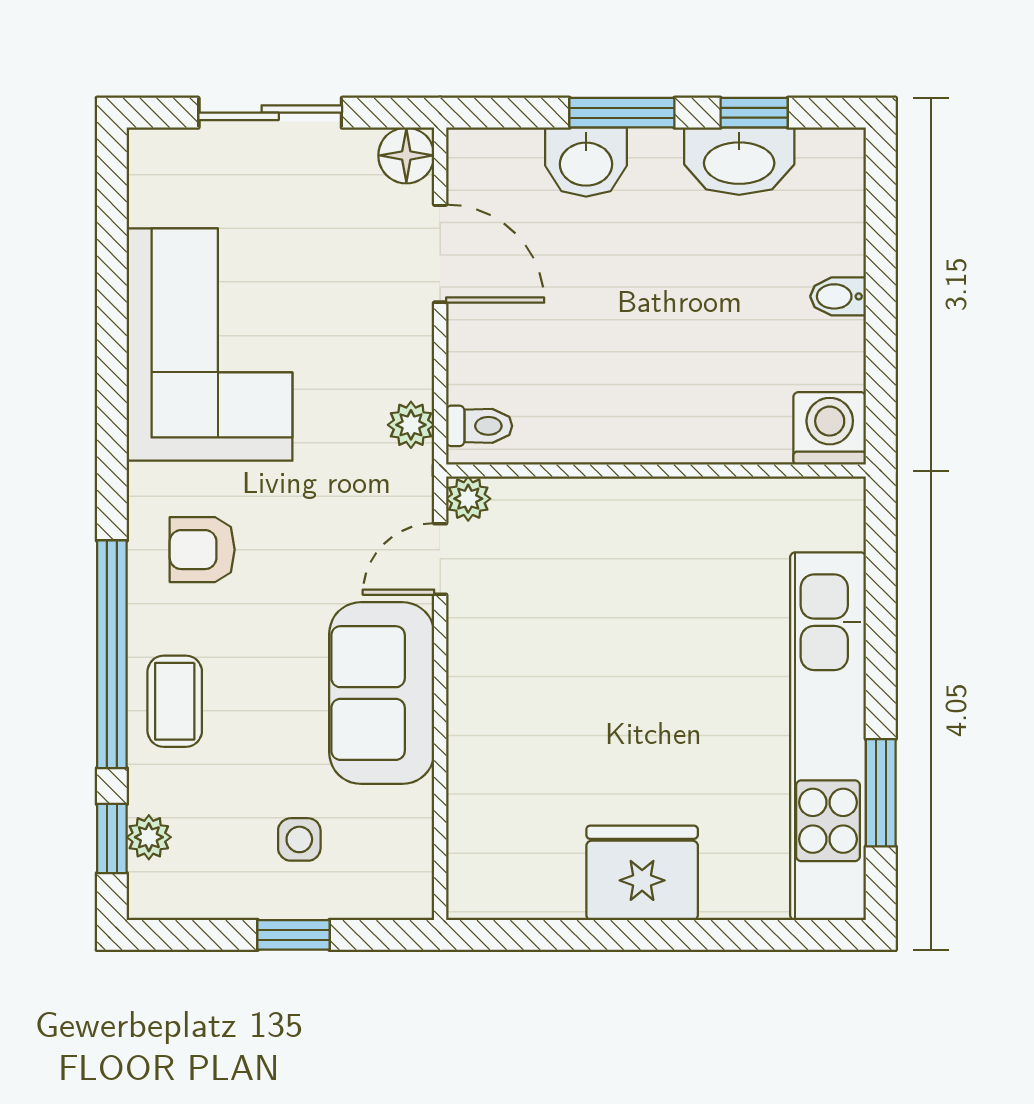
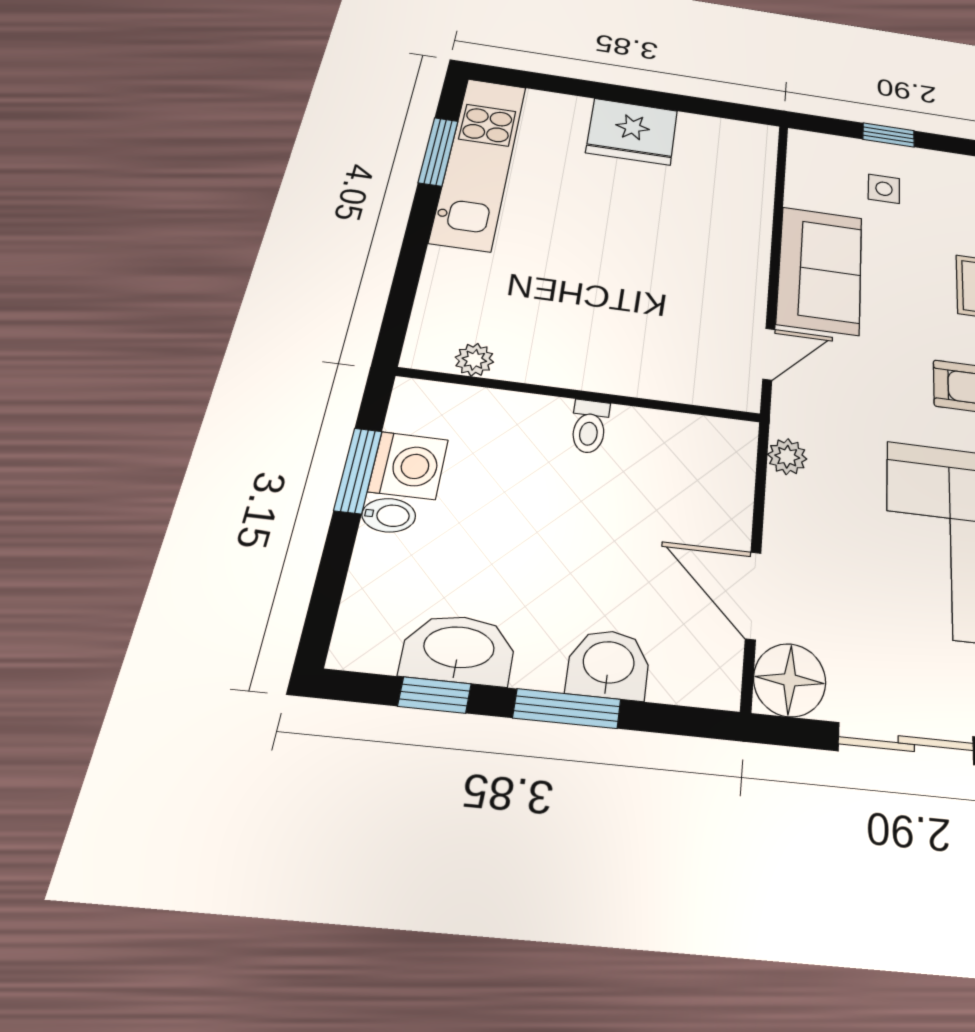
floor lamp: (406, 155) -> (790, 680), width x1.38, depth x1.38
window: (881, 344) -> (358, 471), added
toilet: (479, 426) -> (589, 426), moved, turned -90
washing machine: (830, 428) -> (408, 466), moved, turned -90
plant: (468, 499) -> (474, 360), moved
kitchen unit: (828, 736) -> (479, 162), width x0.73

